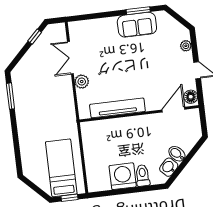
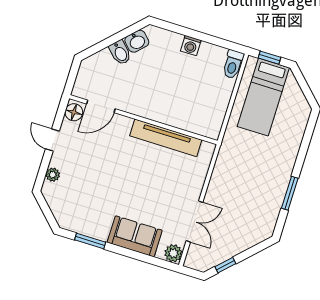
sofa: (137, 25) -> (135, 236), moved
plant: (82, 82) -> (173, 253), moved
window: (10, 96) -> (290, 193), moved
toilet: (143, 175) -> (233, 64), moved
washing machine: (123, 176) -> (191, 46), width x0.53, depth x0.53

